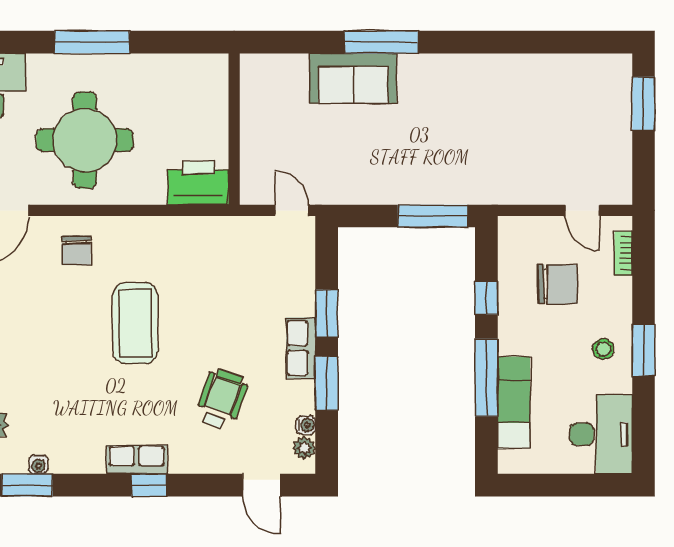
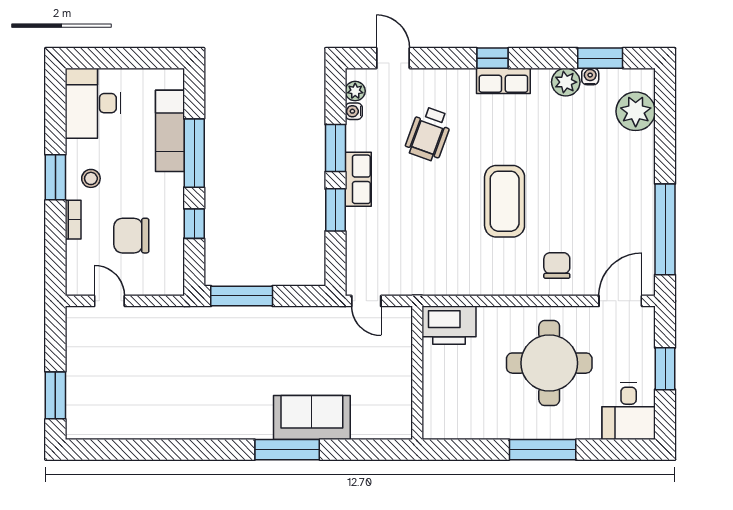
bookcase: (623, 253) -> (73, 220), moved
plant: (66, 458) -> (566, 82), added

